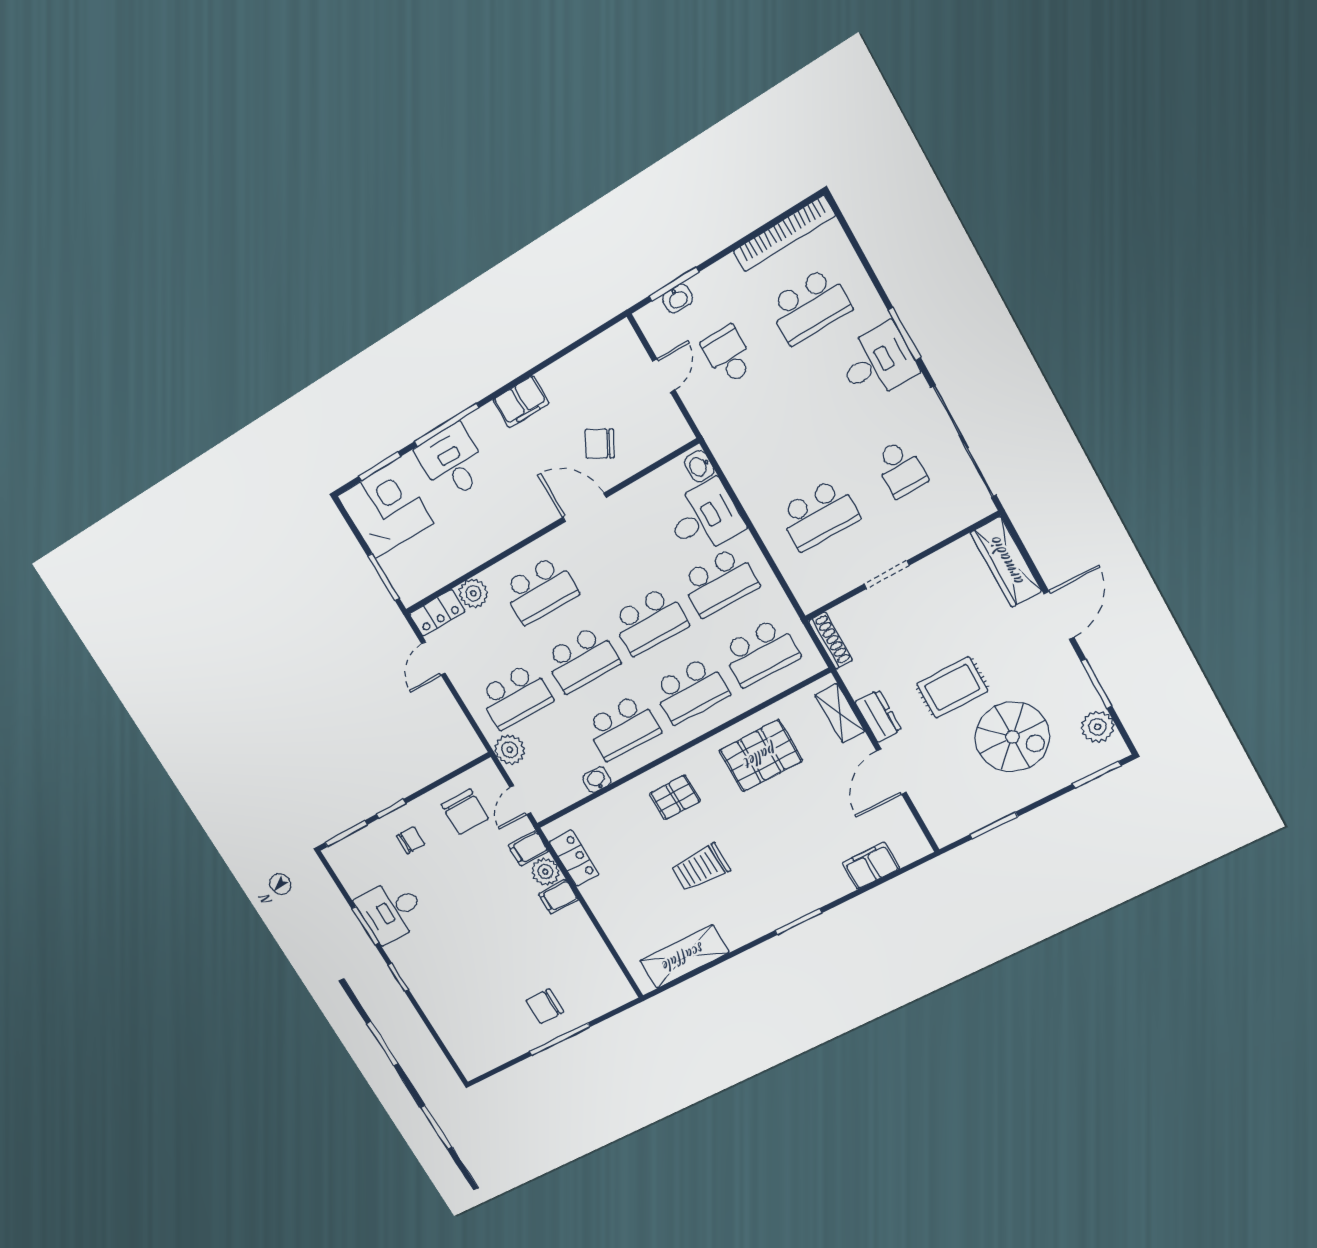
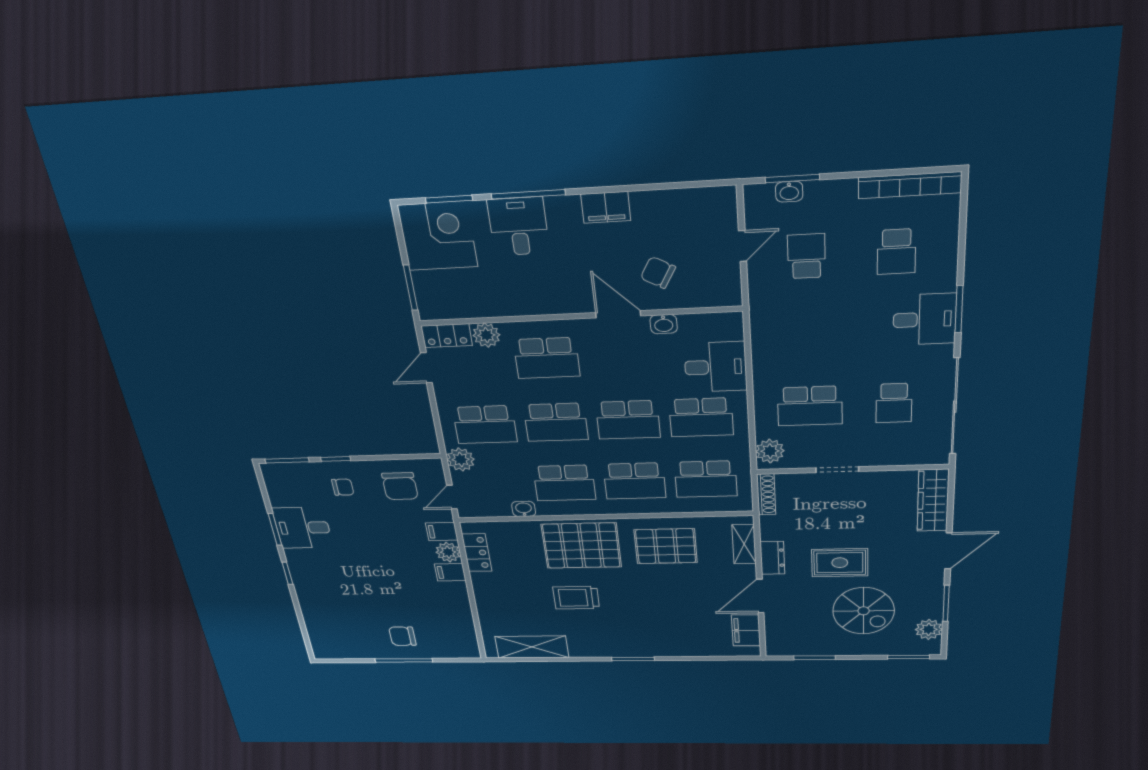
school desk: (810, 306) -> (896, 252), width x0.54
washbasin: (699, 466) -> (664, 324), moved, turned -90
plant: (807, 587) -> (770, 451), added
pallet: (675, 797) -> (581, 546), width x2.05, depth x2.00
filing cabinet: (871, 866) -> (746, 630), moved, turned -90

